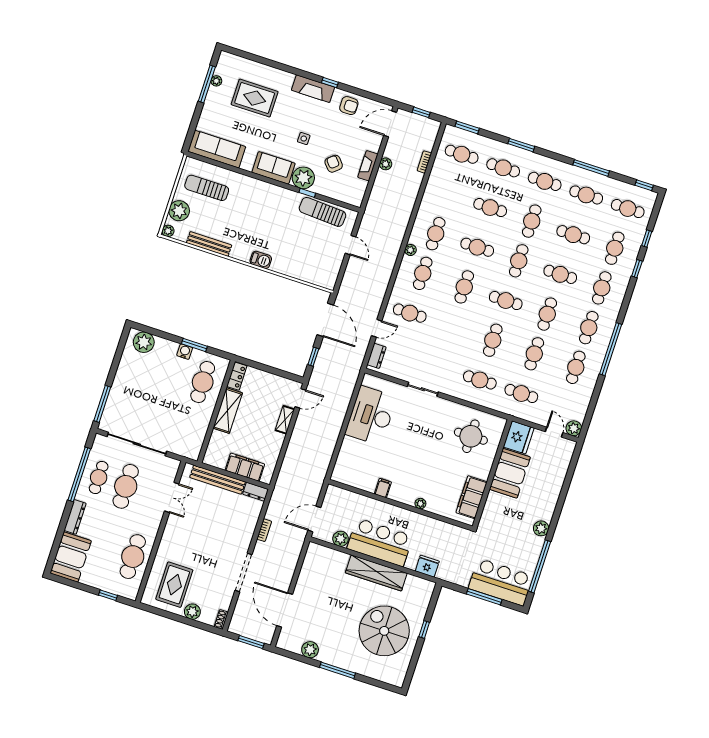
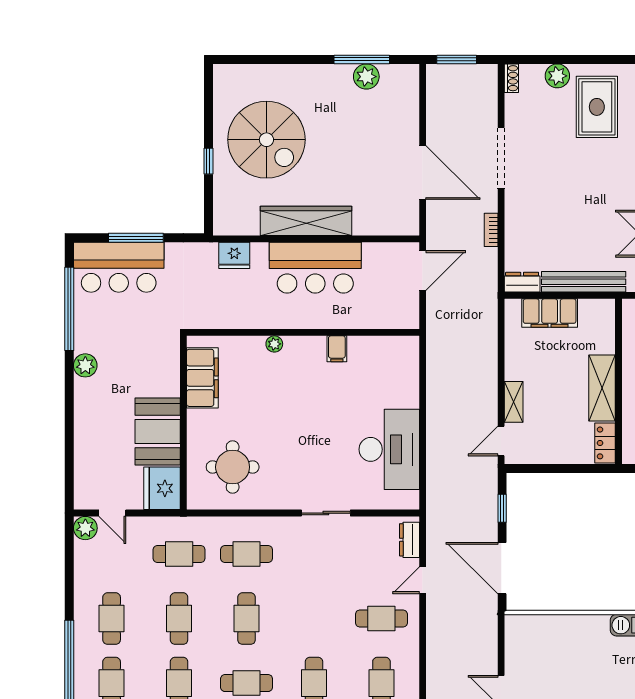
plant: (341, 539) -> (375, 254), removed
door: (285, 610) -> (423, 173), moved
window: (338, 670) -> (362, 59), moved

